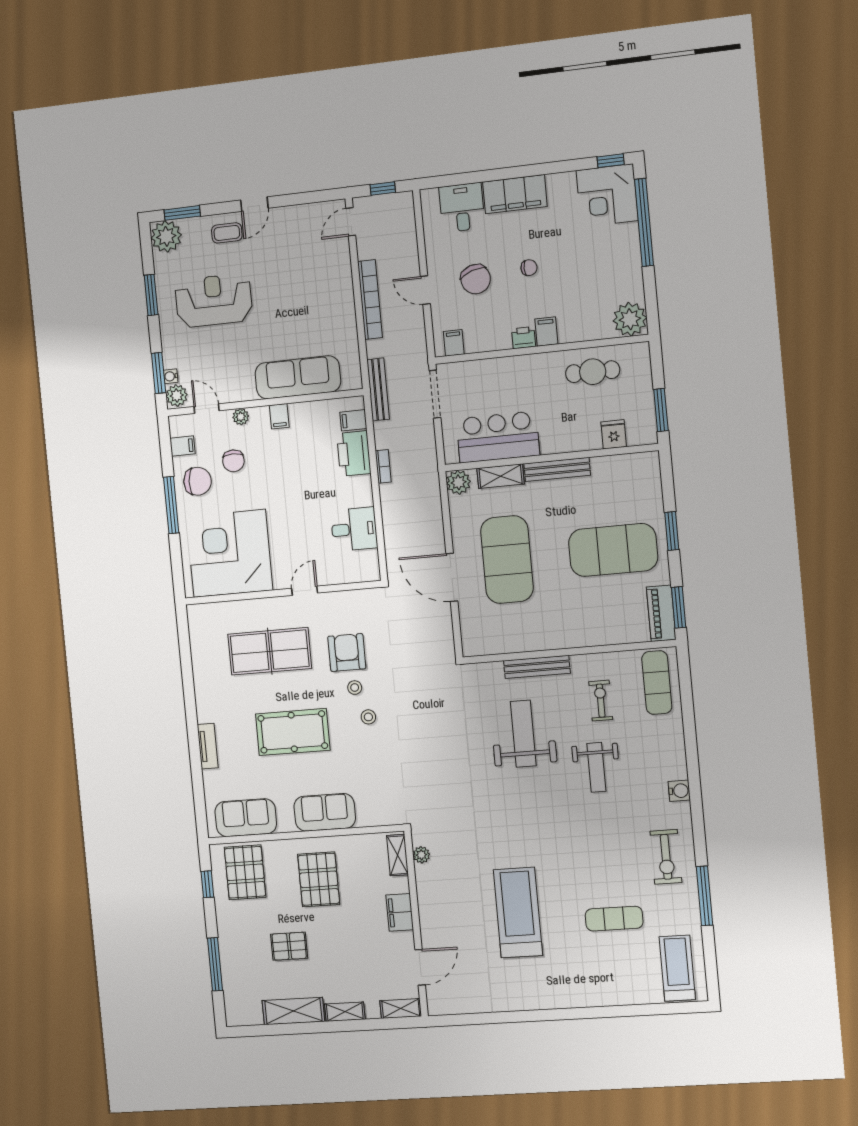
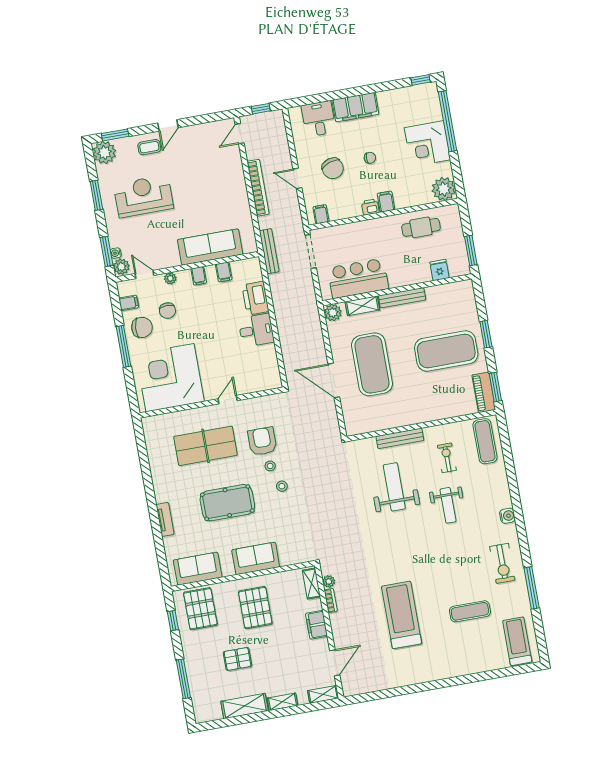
corner desk: (607, 195) -> (427, 144), moved
filing cabinet: (353, 420) -> (224, 272), moved, turned -90
bookcase: (383, 466) -> (331, 601), moved
desk: (354, 529) -> (256, 330), moved

